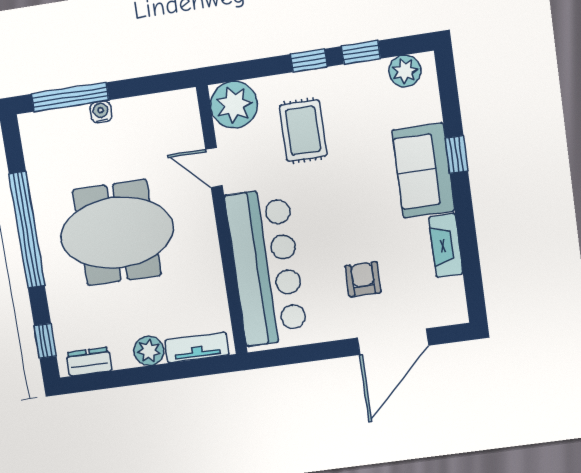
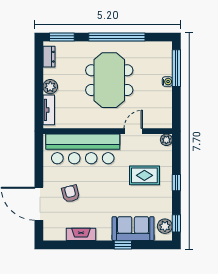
window: (361, 52) -> (176, 223), moved
plant: (234, 105) -> (166, 140), width x0.53, depth x0.53
sofa: (423, 171) -> (133, 229), moved
armchair: (363, 279) -> (71, 194), turned -104
window: (45, 341) -> (62, 37), width x1.50

